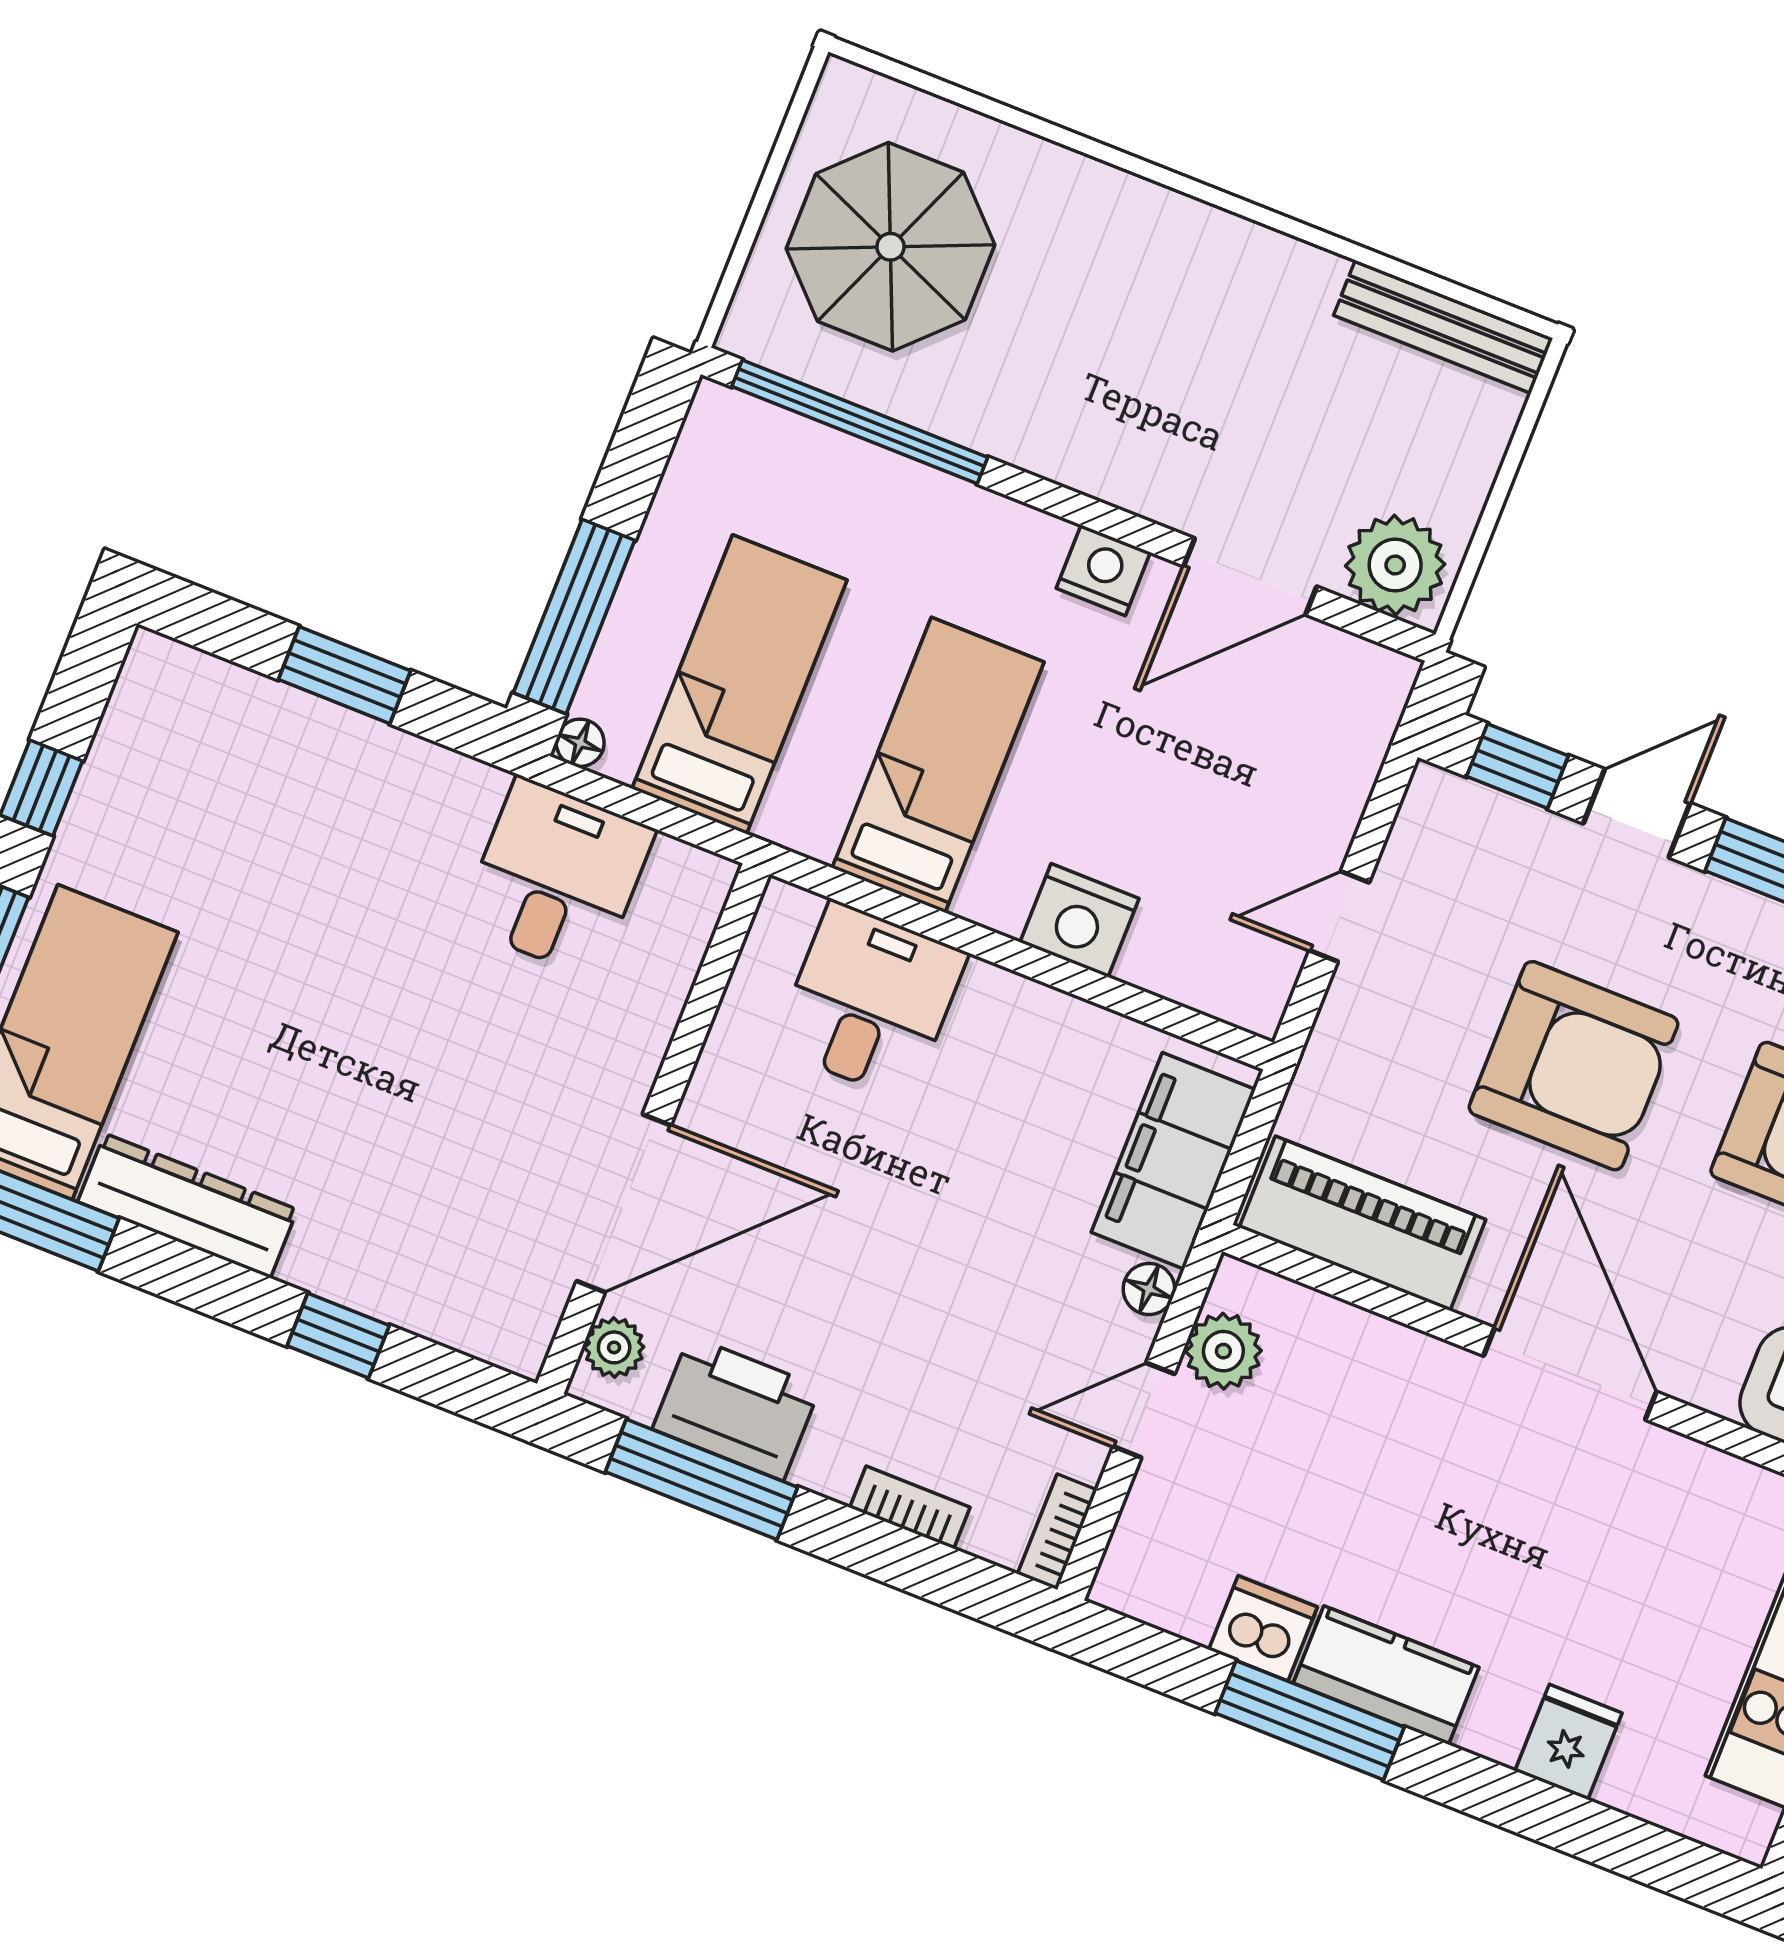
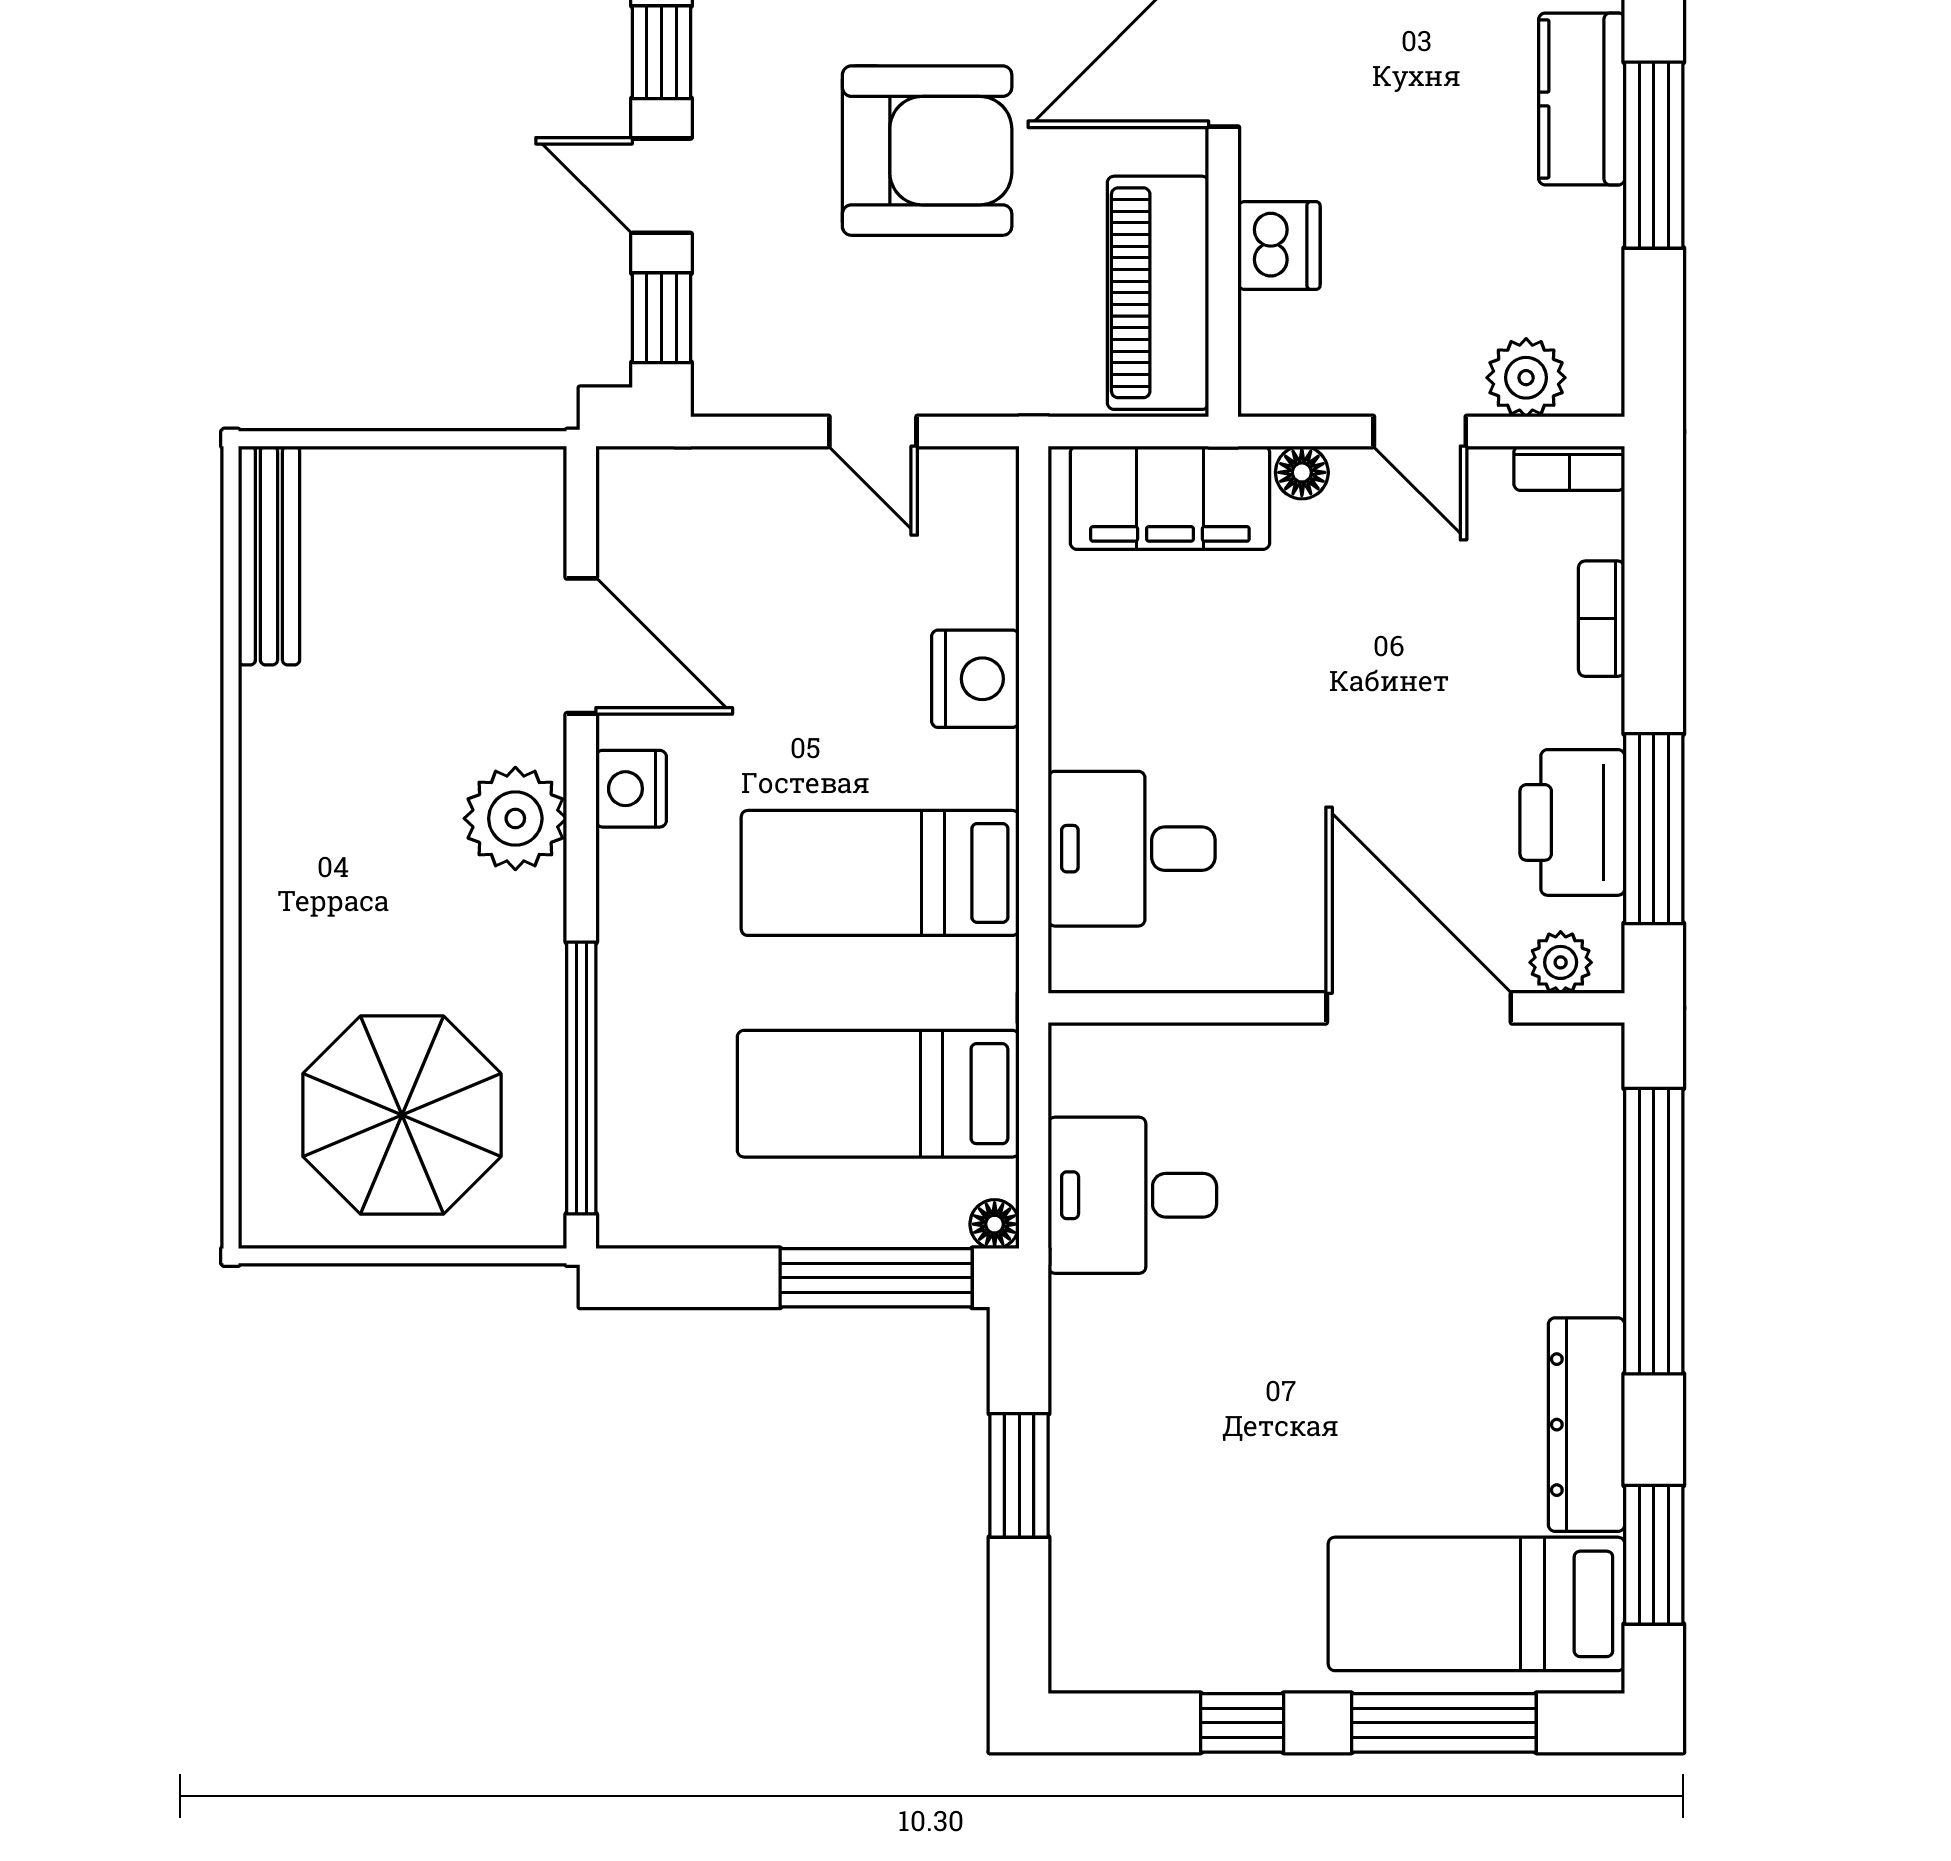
plant: (1395, 565) -> (515, 818), moved
armchair: (1574, 1066) -> (927, 151), turned 90
window: (338, 1336) -> (1654, 1231), width x3.17
plant: (1223, 1351) -> (1526, 378), moved
dishwasher: (1263, 1628) -> (1279, 246), moved, turned 180

